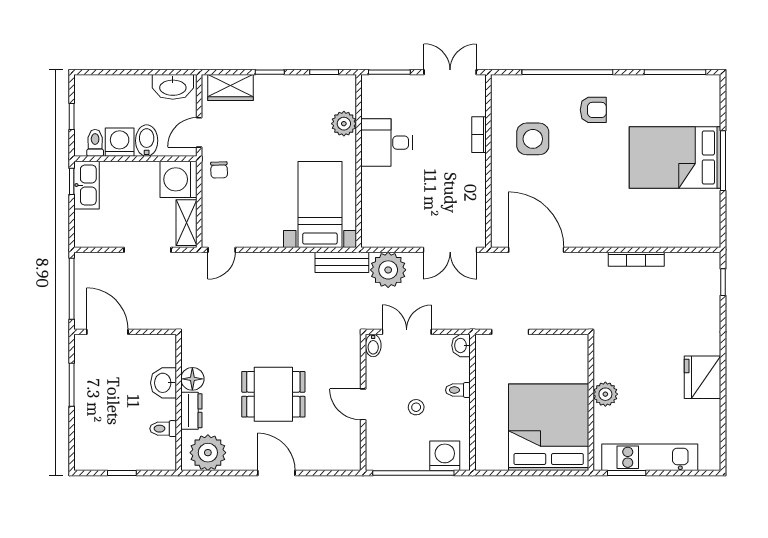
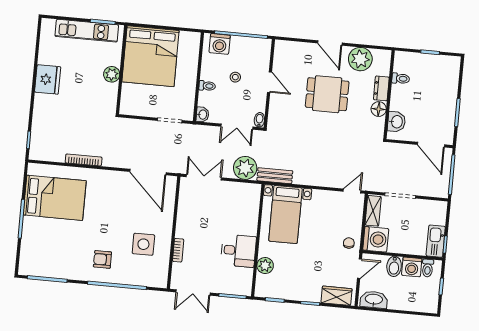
bed: (675, 157) -> (55, 198), moved
washbasin: (163, 383) -> (396, 122), moved
plant: (208, 453) -> (360, 59), moved

